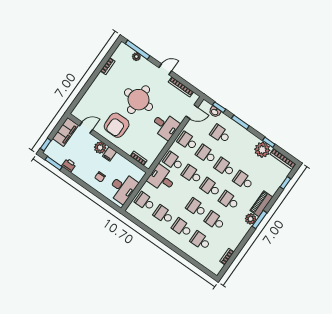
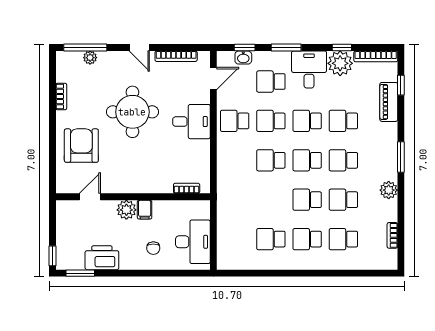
door: (165, 69) -> (139, 48), swing flipped
armchair: (117, 125) -> (81, 146), moved, turned 180
filing cabinet: (65, 132) -> (67, 221), removed
school desk: (173, 161) -> (235, 160), removed
printer: (69, 165) -> (102, 258), width x1.87, depth x1.48
desk: (162, 179) -> (309, 70), moved, turned 90
school desk: (145, 202) -> (235, 239), removed
piano: (261, 204) -> (389, 102), moved
plant: (251, 219) -> (389, 190), moved

